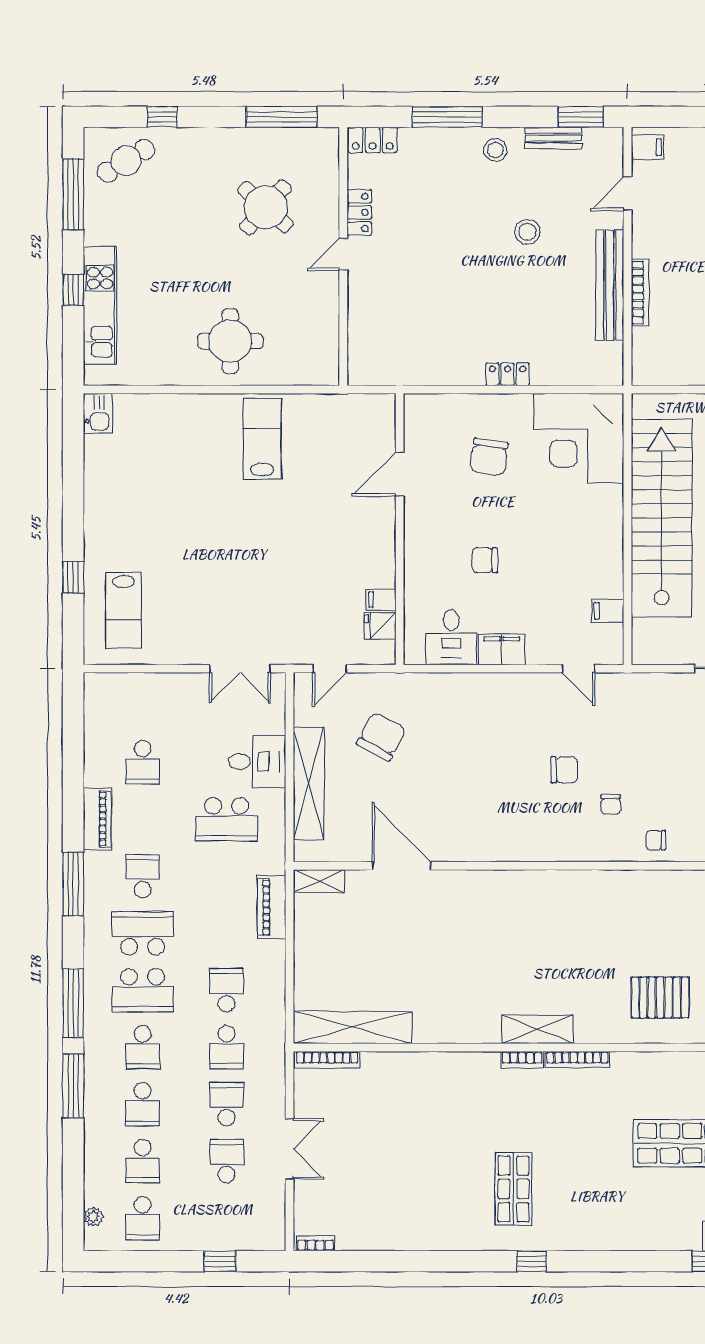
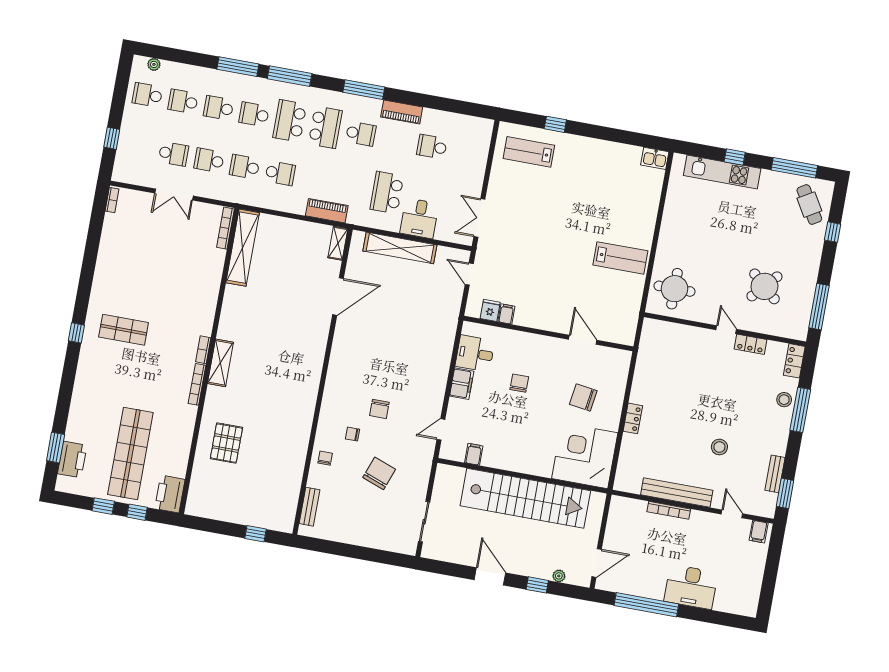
stool: (495, 150) -> (784, 400), moved
round table: (230, 341) -> (675, 289), moved
chair: (381, 736) -> (379, 473), moved, turned -98
school desk: (227, 1104) -> (209, 160), turned 180

